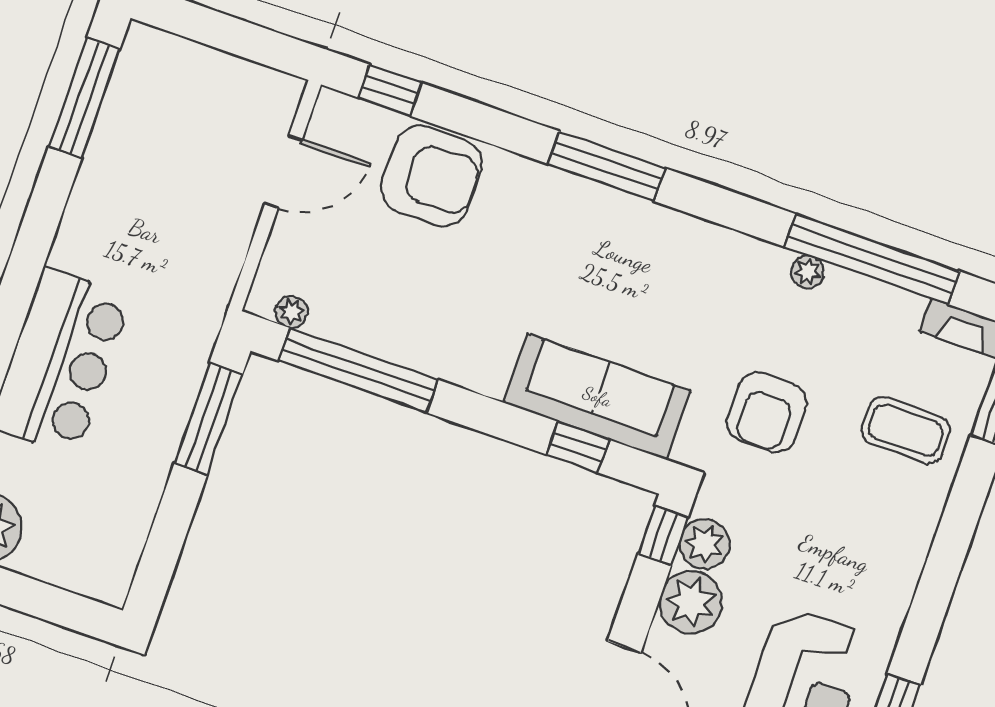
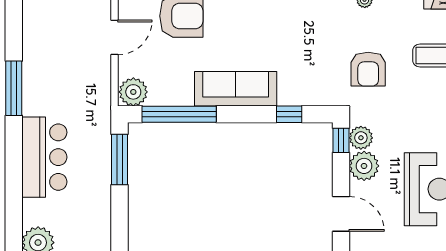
window: (84, 98) -> (14, 88), moved
plant: (291, 312) -> (133, 92), width x1.88, depth x1.88
sofa: (597, 397) -> (236, 89), moved

